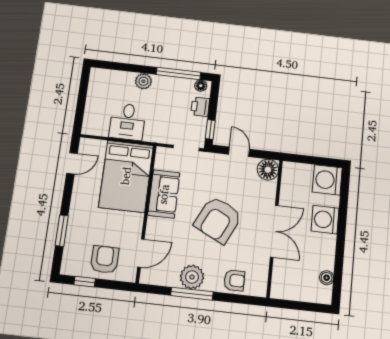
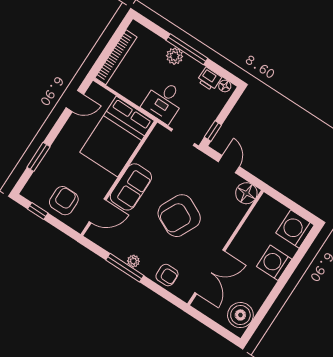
window: (179, 73) -> (187, 49), moved
bookcase: (91, 107) -> (116, 57), added
printer: (200, 107) -> (209, 79), moved, turned -90
desk: (127, 122) -> (164, 101), moved
sofa: (164, 194) -> (131, 187), moved
double door: (274, 231) -> (210, 272), moved
plant: (192, 277) -> (133, 261), width x0.53, depth x0.53
boiler: (327, 278) -> (240, 315), width x1.86, depth x1.86

